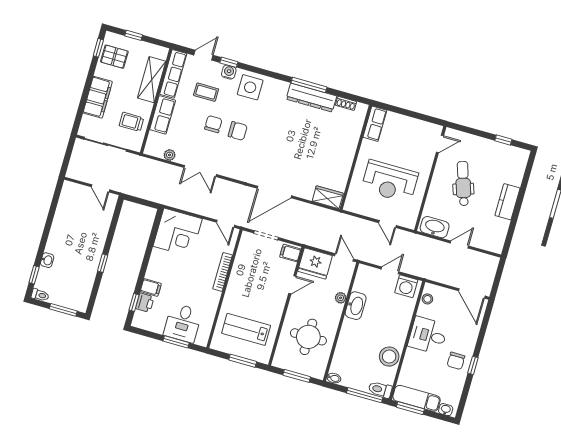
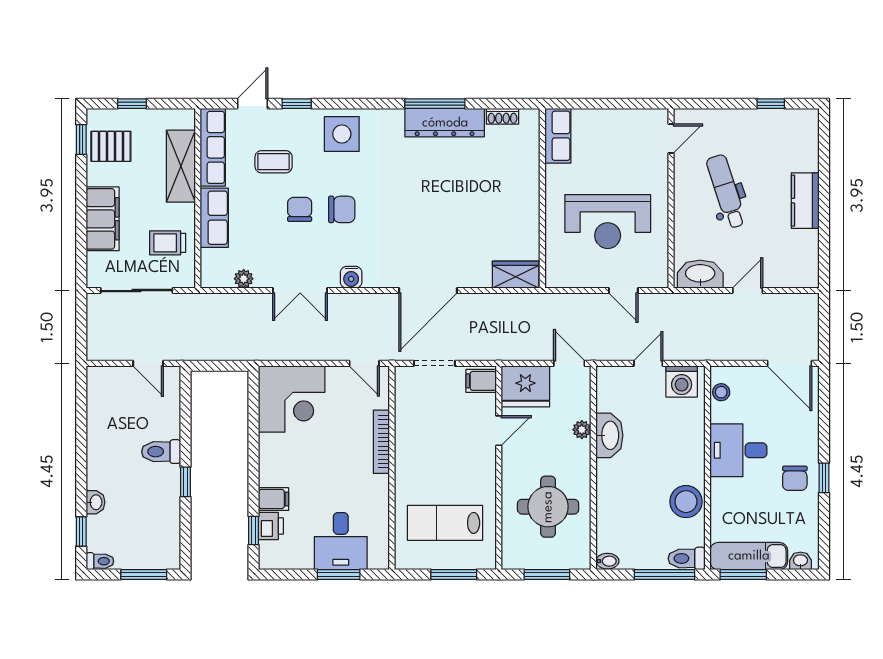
water cooler: (229, 72) -> (351, 277), moved, turned 180
toilet: (93, 242) -> (161, 452), added

